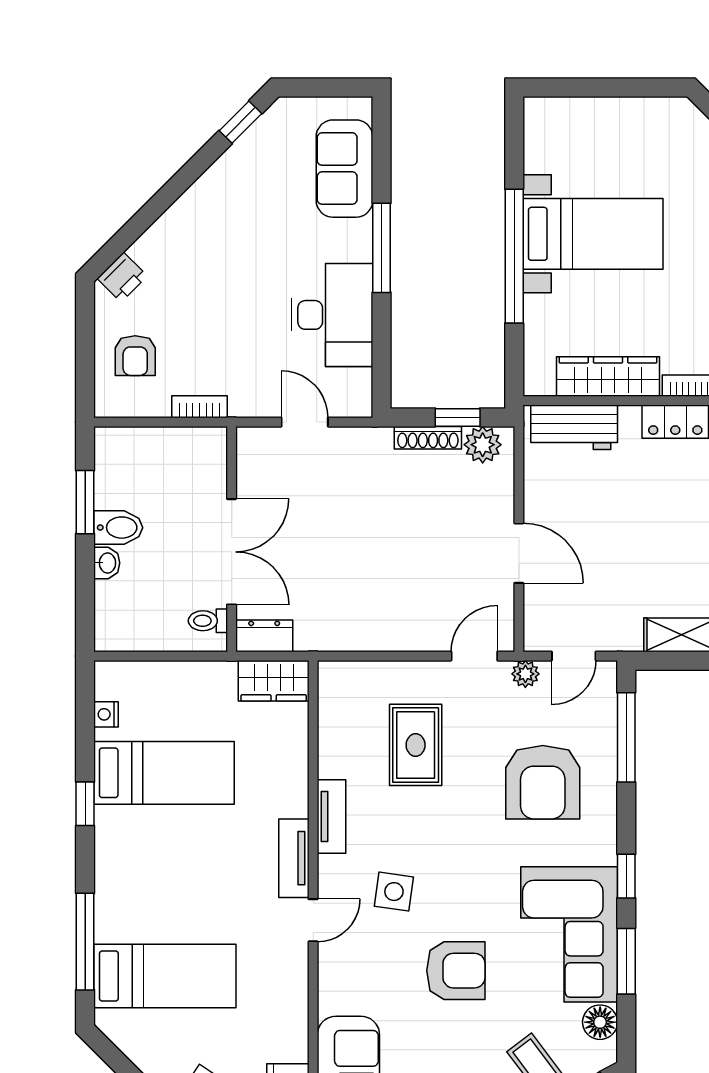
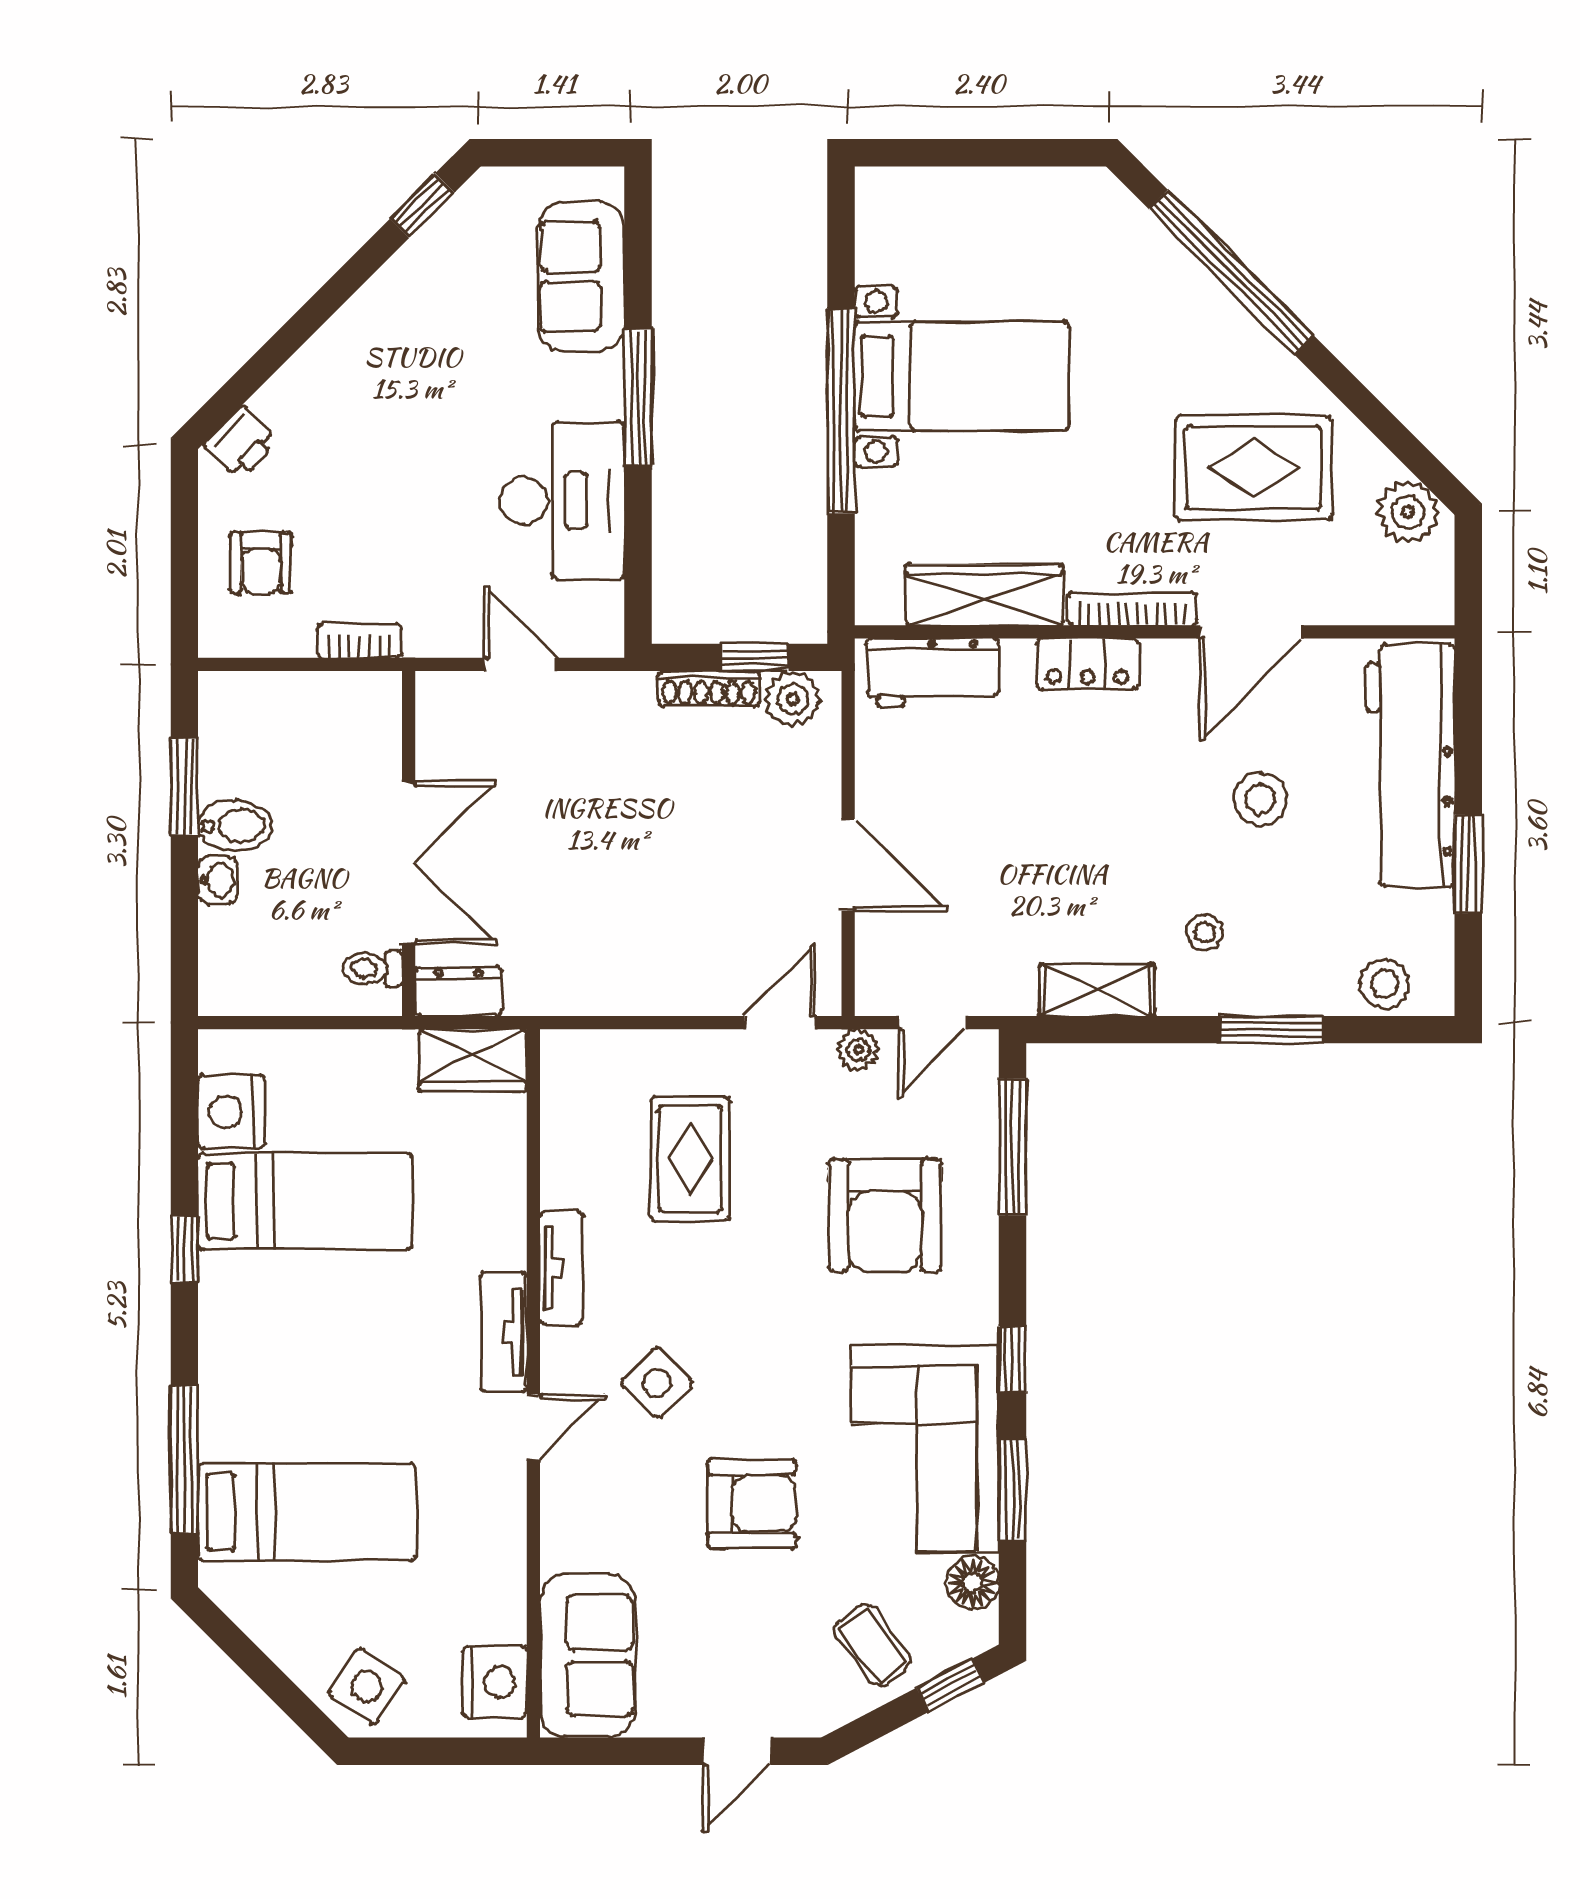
nightstand: (106, 714) -> (231, 1112), width x1.89, depth x1.79
side table: (394, 892) -> (657, 1383), turned 36

